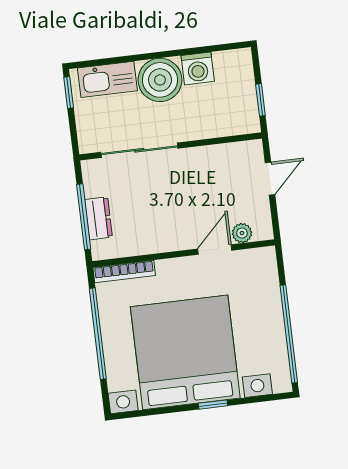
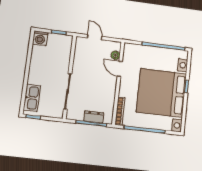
washing machine: (198, 68) -> (40, 38), moved, turned 90
boiler: (160, 80) -> (38, 74), removed

